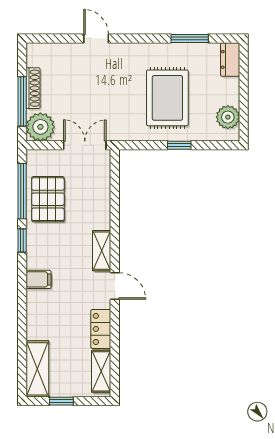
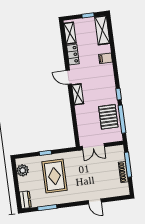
plant: (40, 127) -> (117, 153), removed
filing cabinet: (38, 279) -> (106, 58), moved

